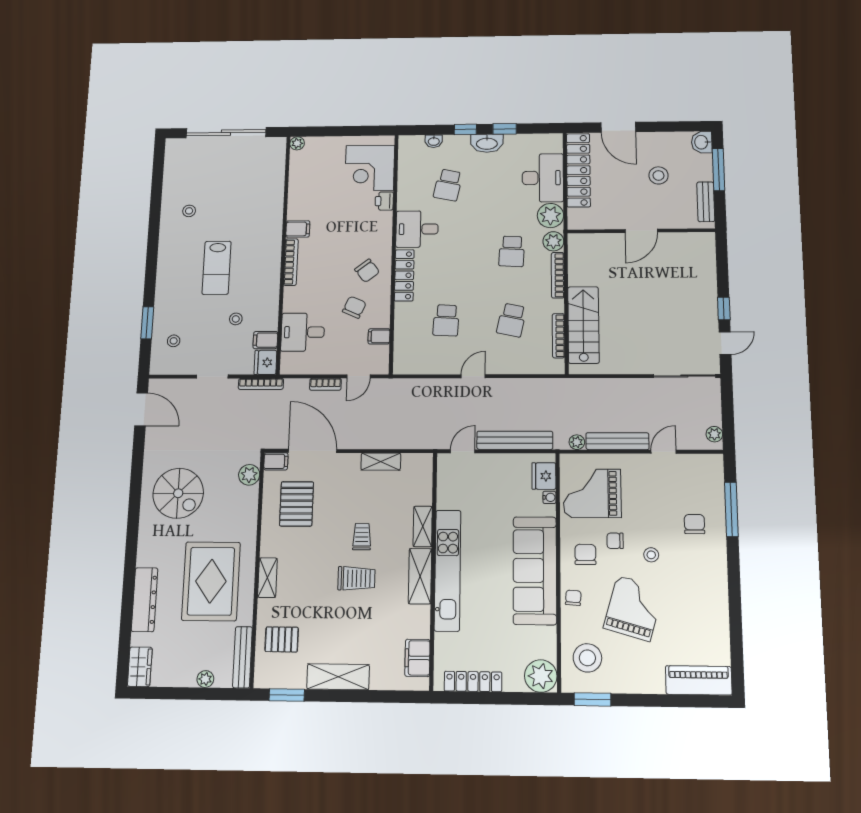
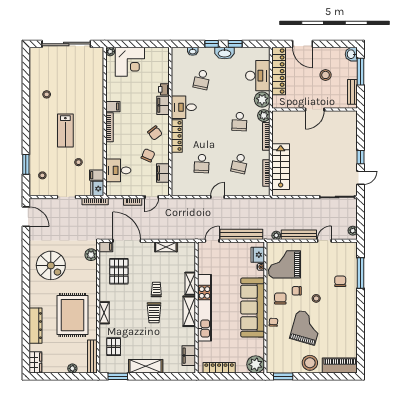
corner desk: (370, 168) -> (130, 62), moved, turned -90
filing cabinet: (382, 226) -> (163, 105), added
filing cabinet: (379, 336) -> (163, 173), width x2.00
trolley: (356, 578) -> (154, 313), turned 90
pallet: (282, 639) -> (114, 347), turned 90
stool: (587, 658) -> (310, 363), moved

